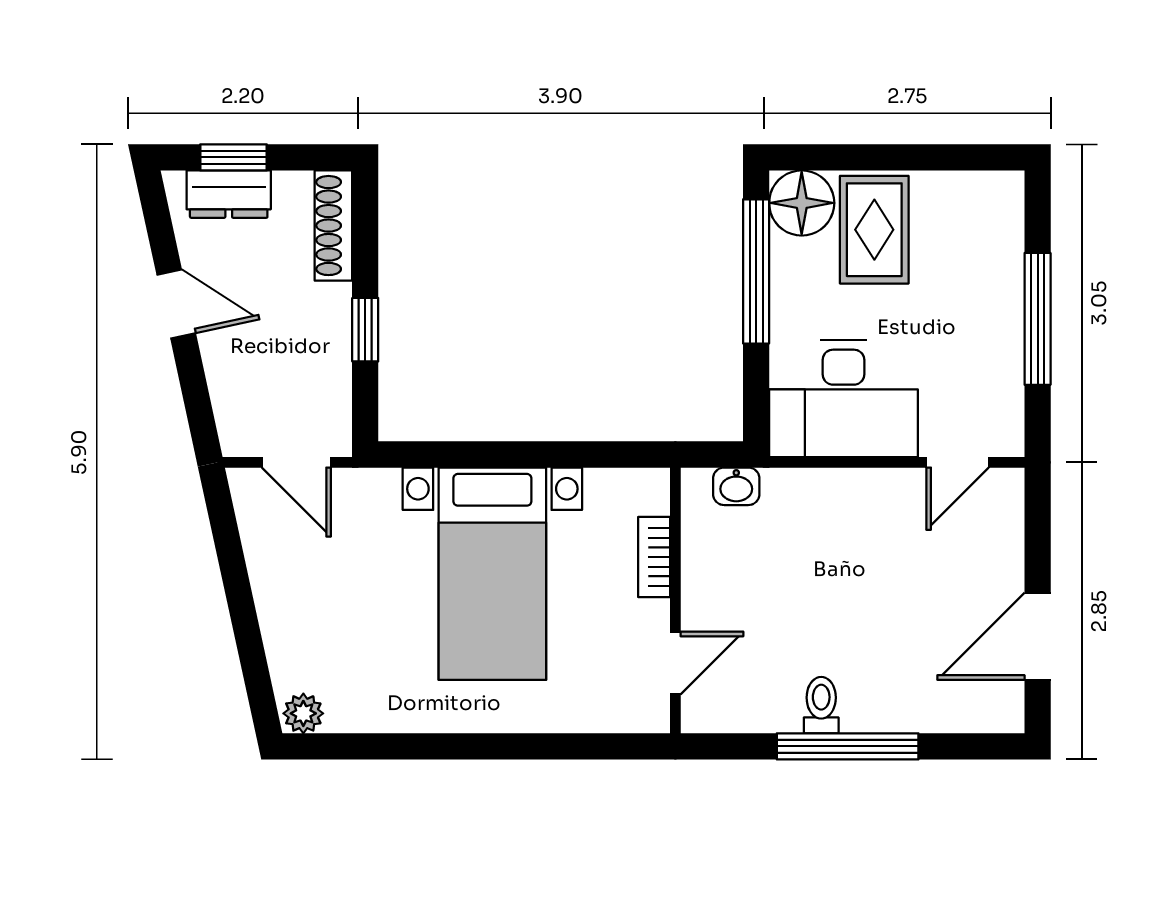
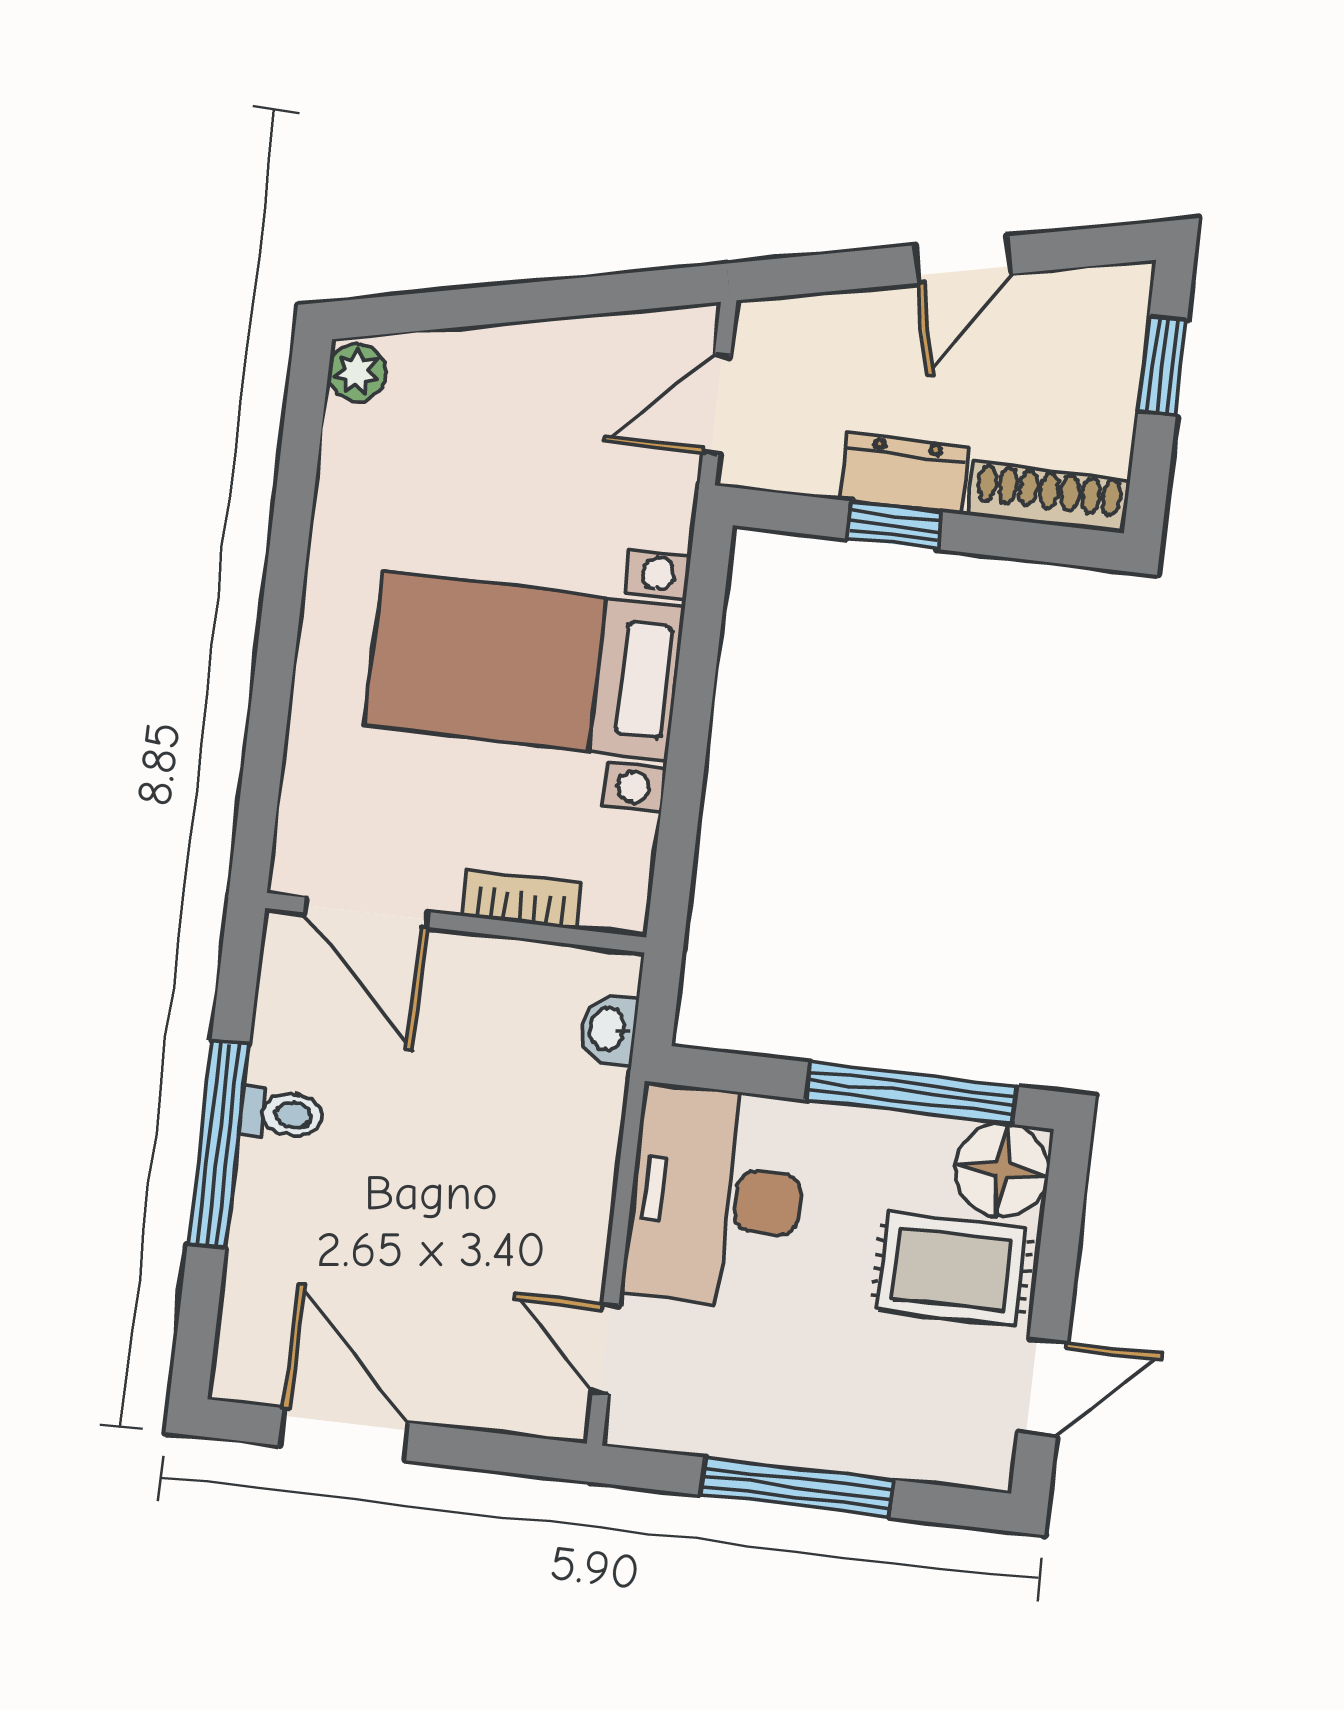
door: (949, 157) -> (1043, 1387), added
dresser: (229, 194) -> (905, 473), moved, turned 90
door: (675, 663) -> (366, 912), width x1.38

